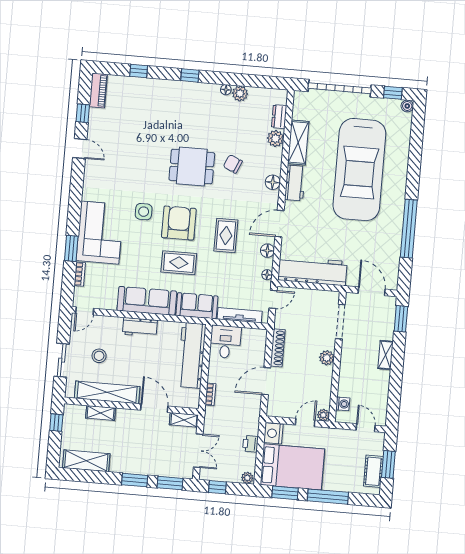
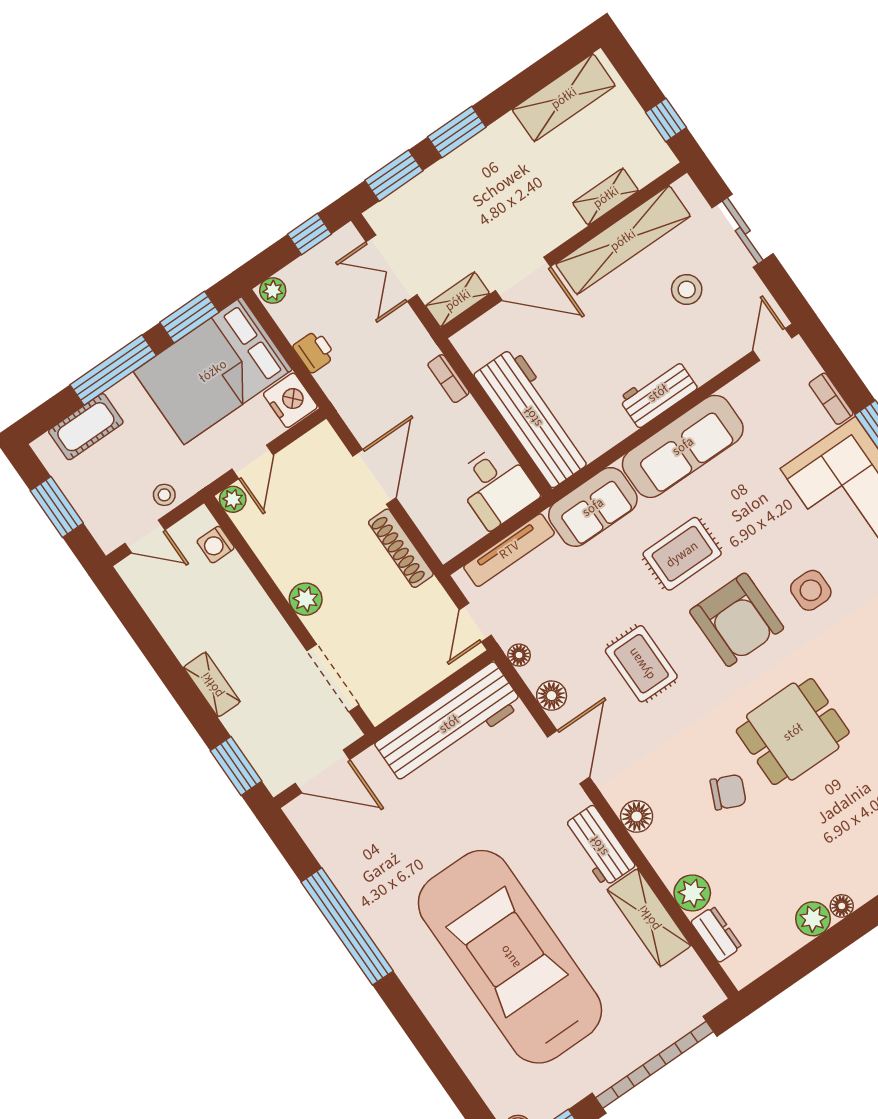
stool: (346, 437) -> (164, 495), added
cot: (373, 471) -> (86, 427), moved, turned 90

